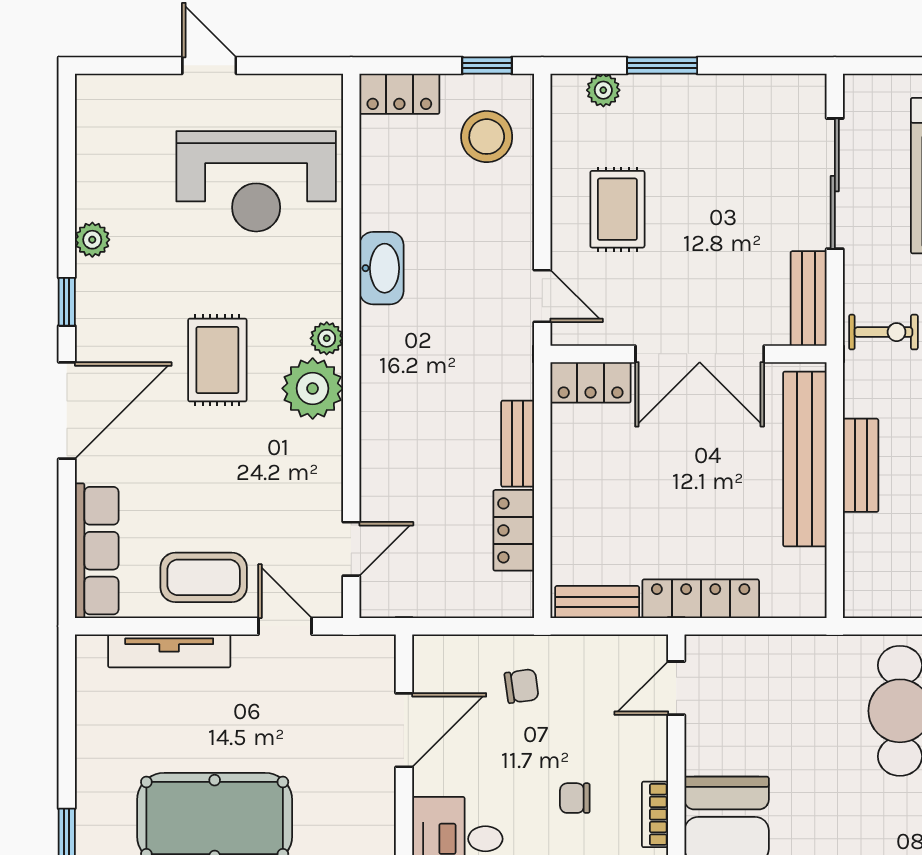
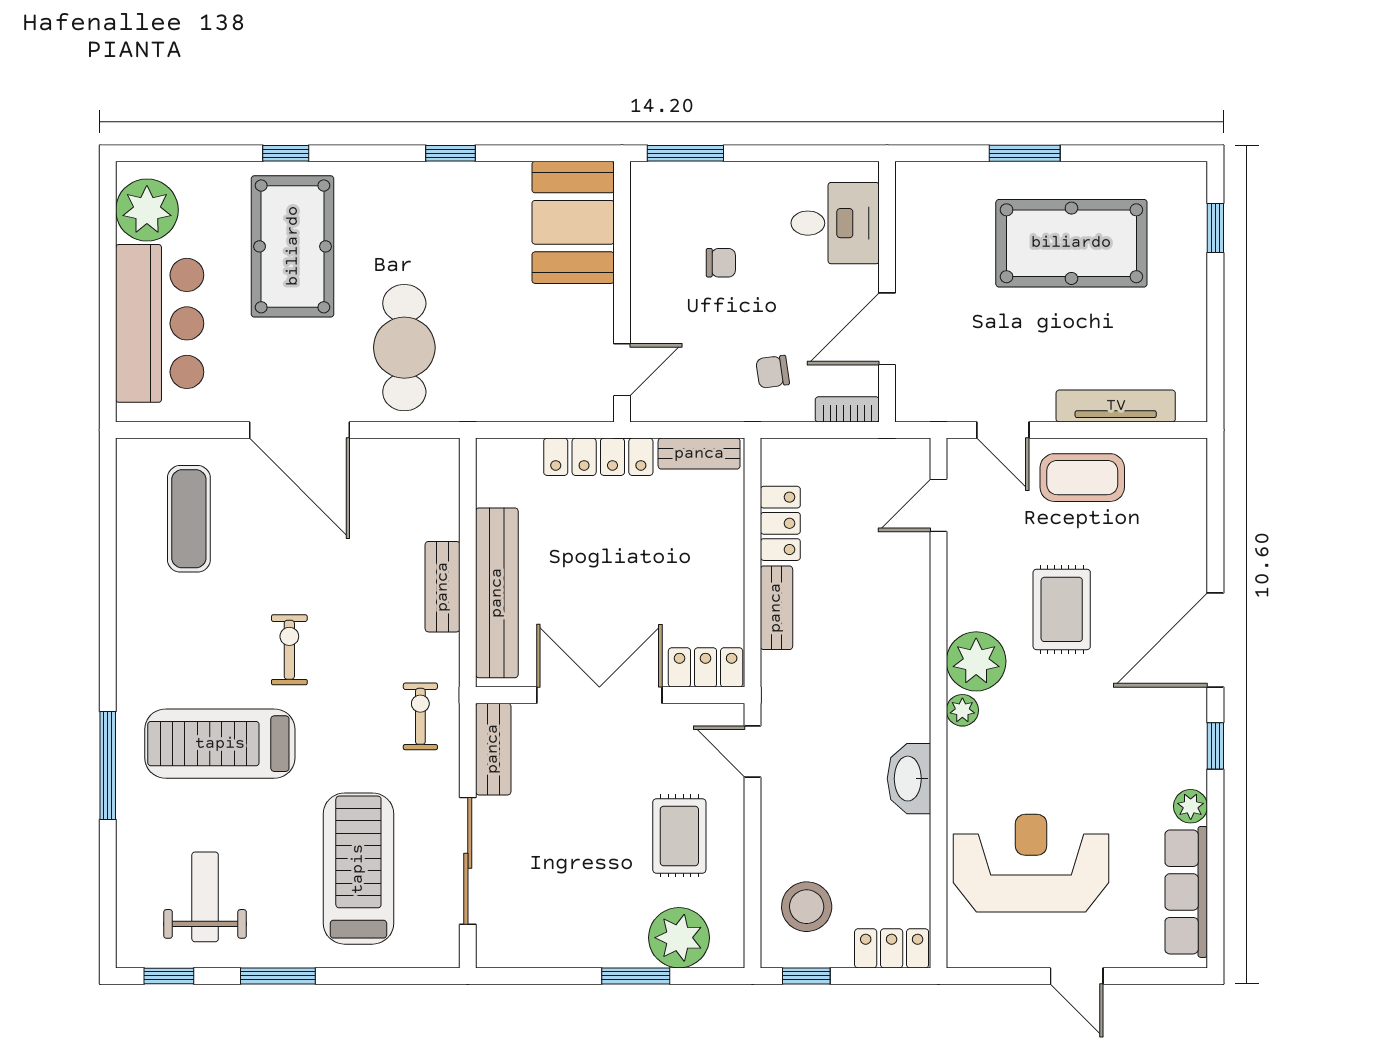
plant: (603, 90) -> (679, 938), width x1.87, depth x1.87
exercise bike: (883, 332) -> (420, 716), turned 90
rug: (217, 360) -> (1062, 609), moved
row of seats: (97, 551) -> (1186, 892), moved
bookcase: (655, 814) -> (847, 409), moved, turned -90

